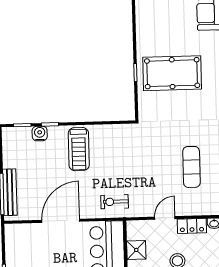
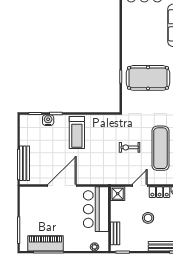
exercise mat: (191, 167) -> (160, 148), width x1.36, depth x1.45
exercise bike: (115, 202) -> (130, 147), moved
shower: (136, 250) -> (118, 194), moved

